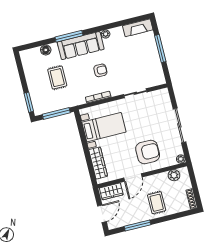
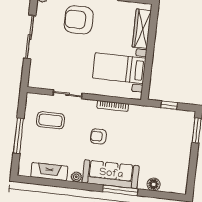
fireplace: (138, 28) -> (49, 172), moved
coffee table: (141, 69) -> (51, 120), added
rug: (57, 78) -> (152, 147), removed
window: (56, 113) -> (169, 105), width x0.46

